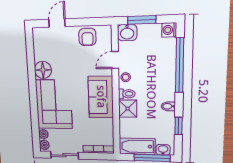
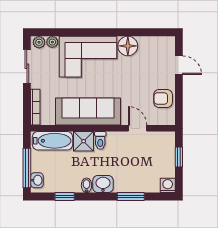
window: (142, 20) -> (179, 157), width x0.67
washbasin: (127, 32) -> (103, 184), moved, turned 90
window: (180, 65) -> (131, 197), width x0.47
stool: (126, 77) -> (119, 139), removed
sofa: (101, 97) -> (88, 111), width x1.36
bathtub: (137, 146) -> (52, 141), moved, turned 90

